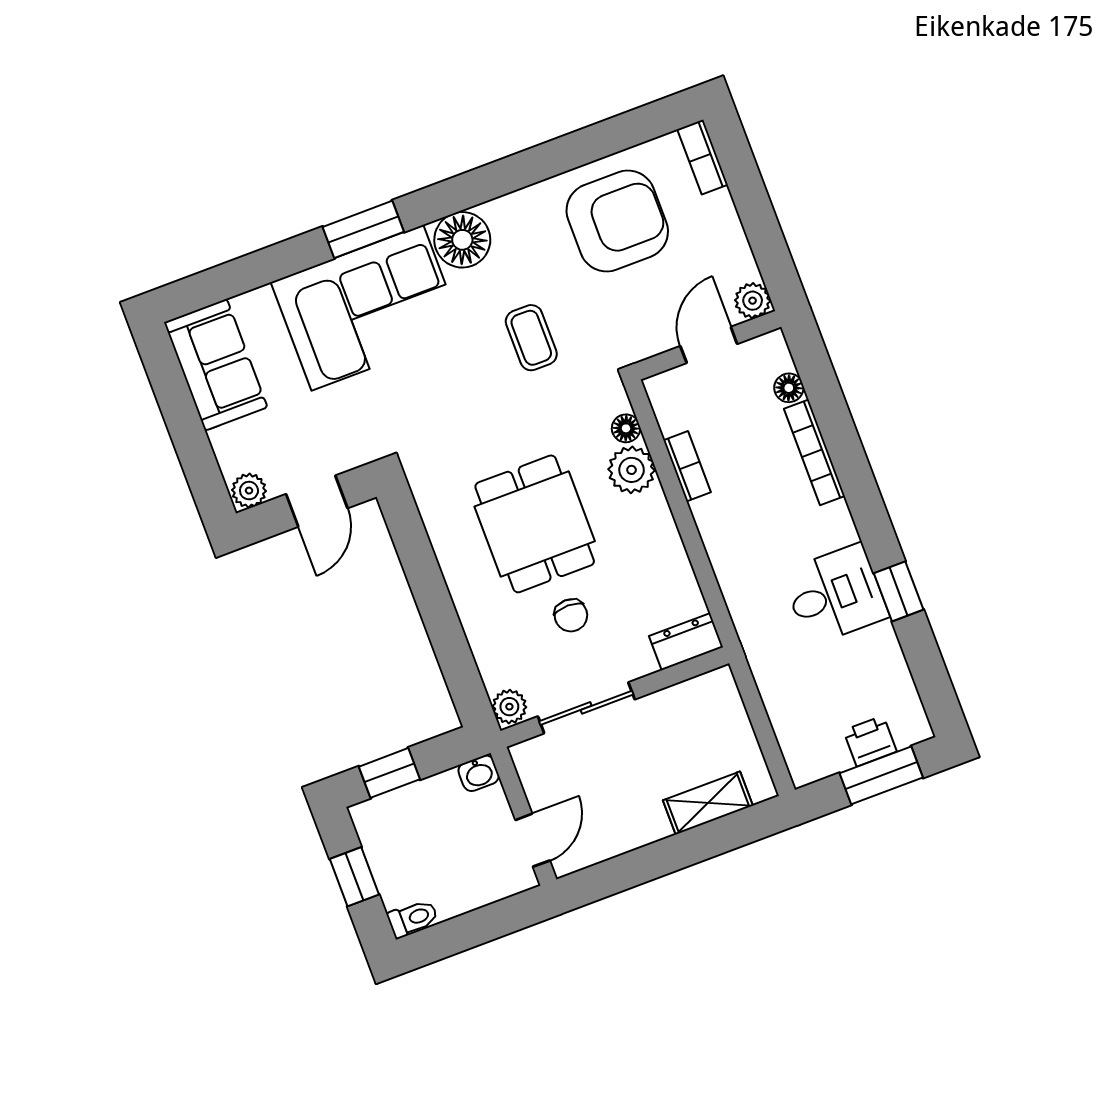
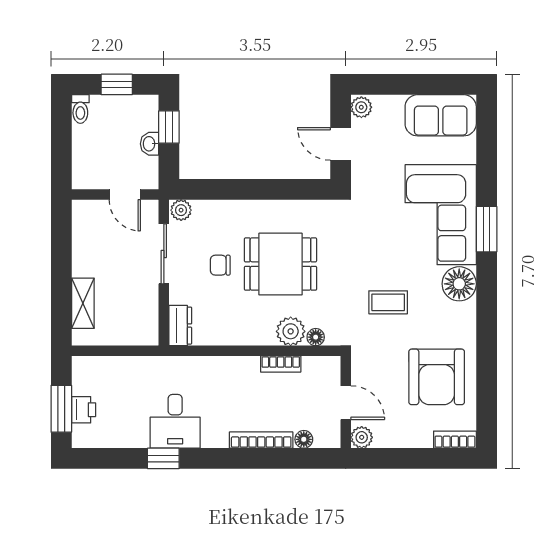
washbasin: (479, 773) -> (150, 144), moved
door: (533, 840) -> (125, 195), moved

